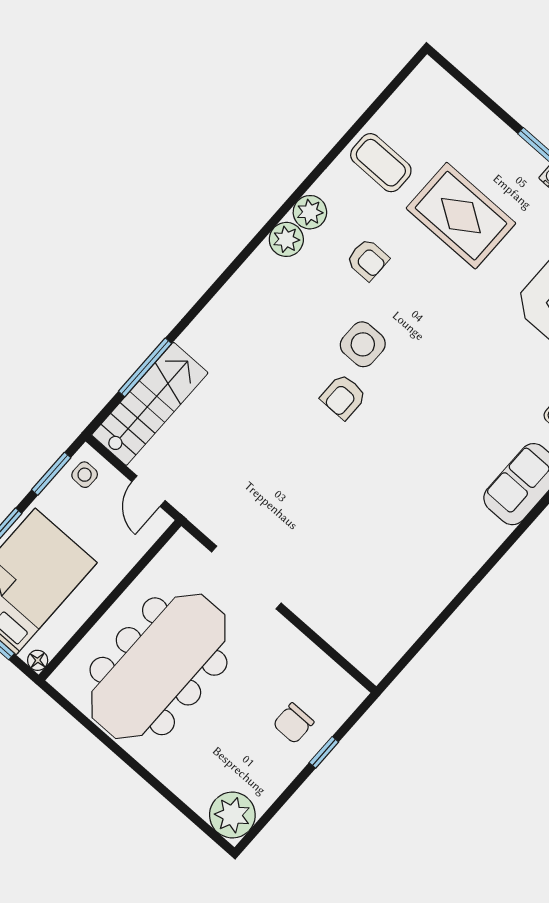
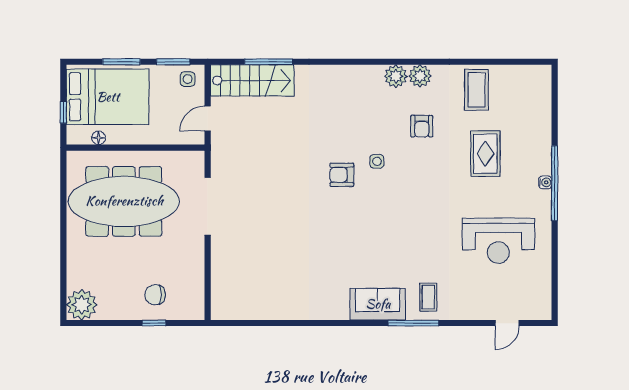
rug: (461, 216) -> (485, 154), width x0.73, depth x0.70
side table: (363, 344) -> (377, 161), width x0.54, depth x0.54
floor lamp: (38, 660) -> (99, 138), moved

